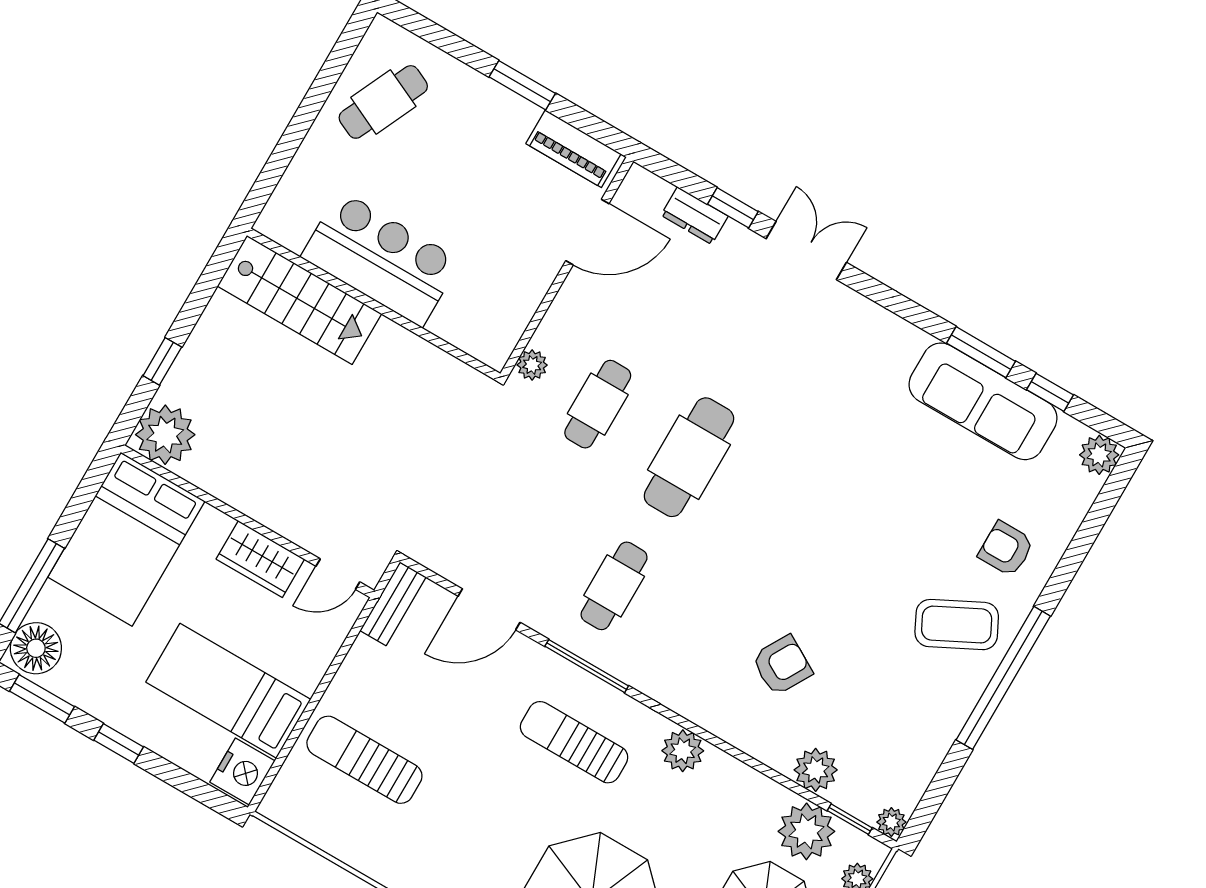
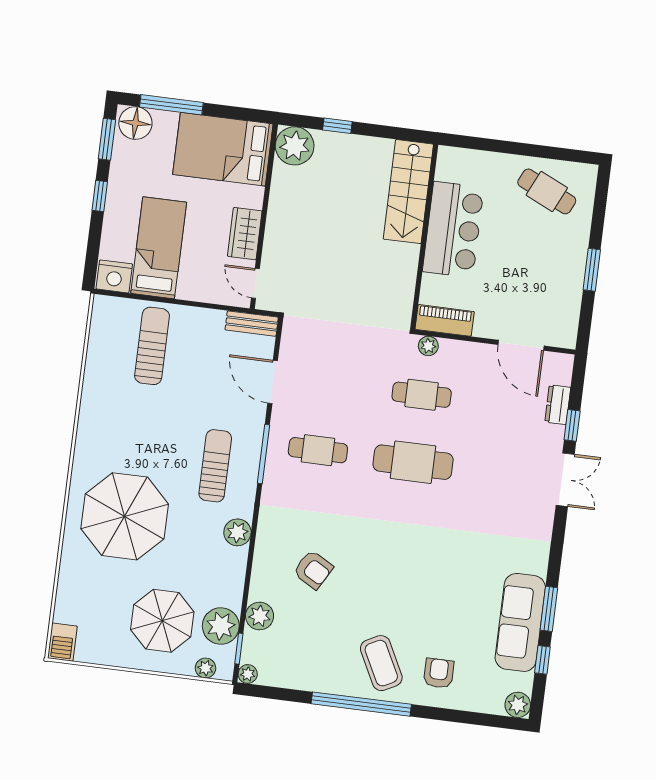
piano: (573, 149) -> (445, 320), moved, turned 90

